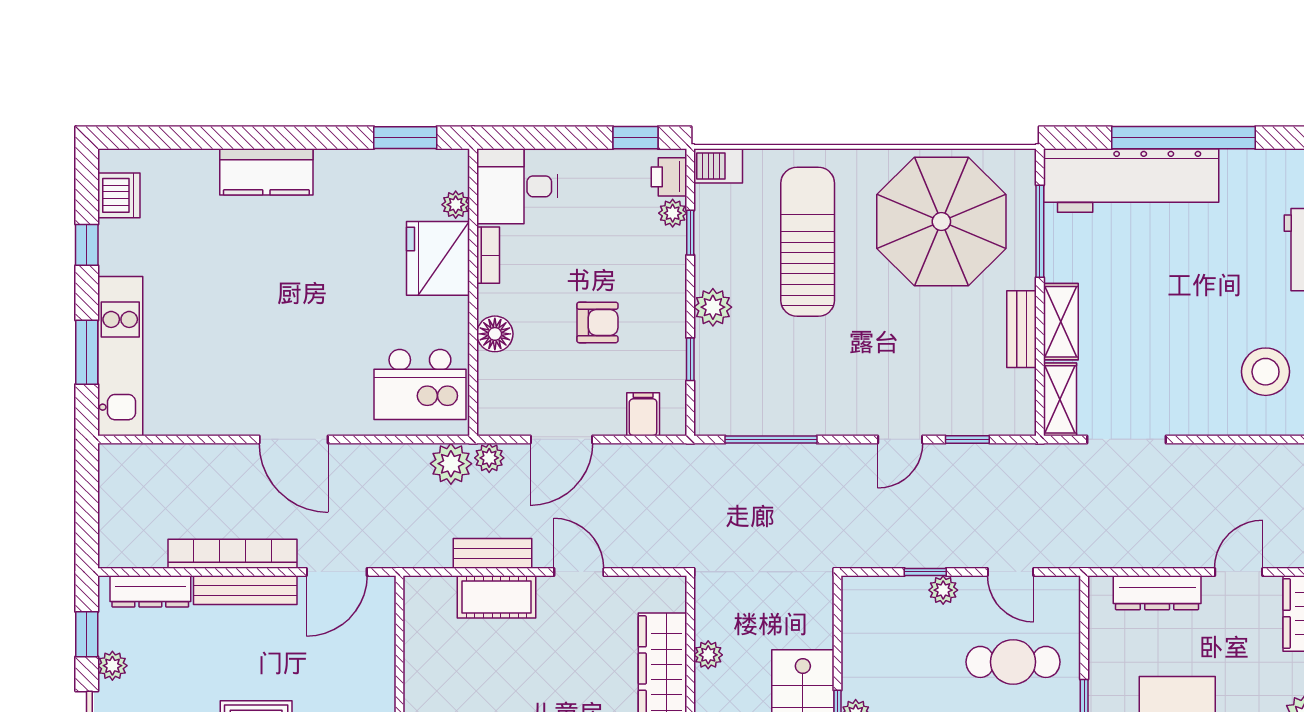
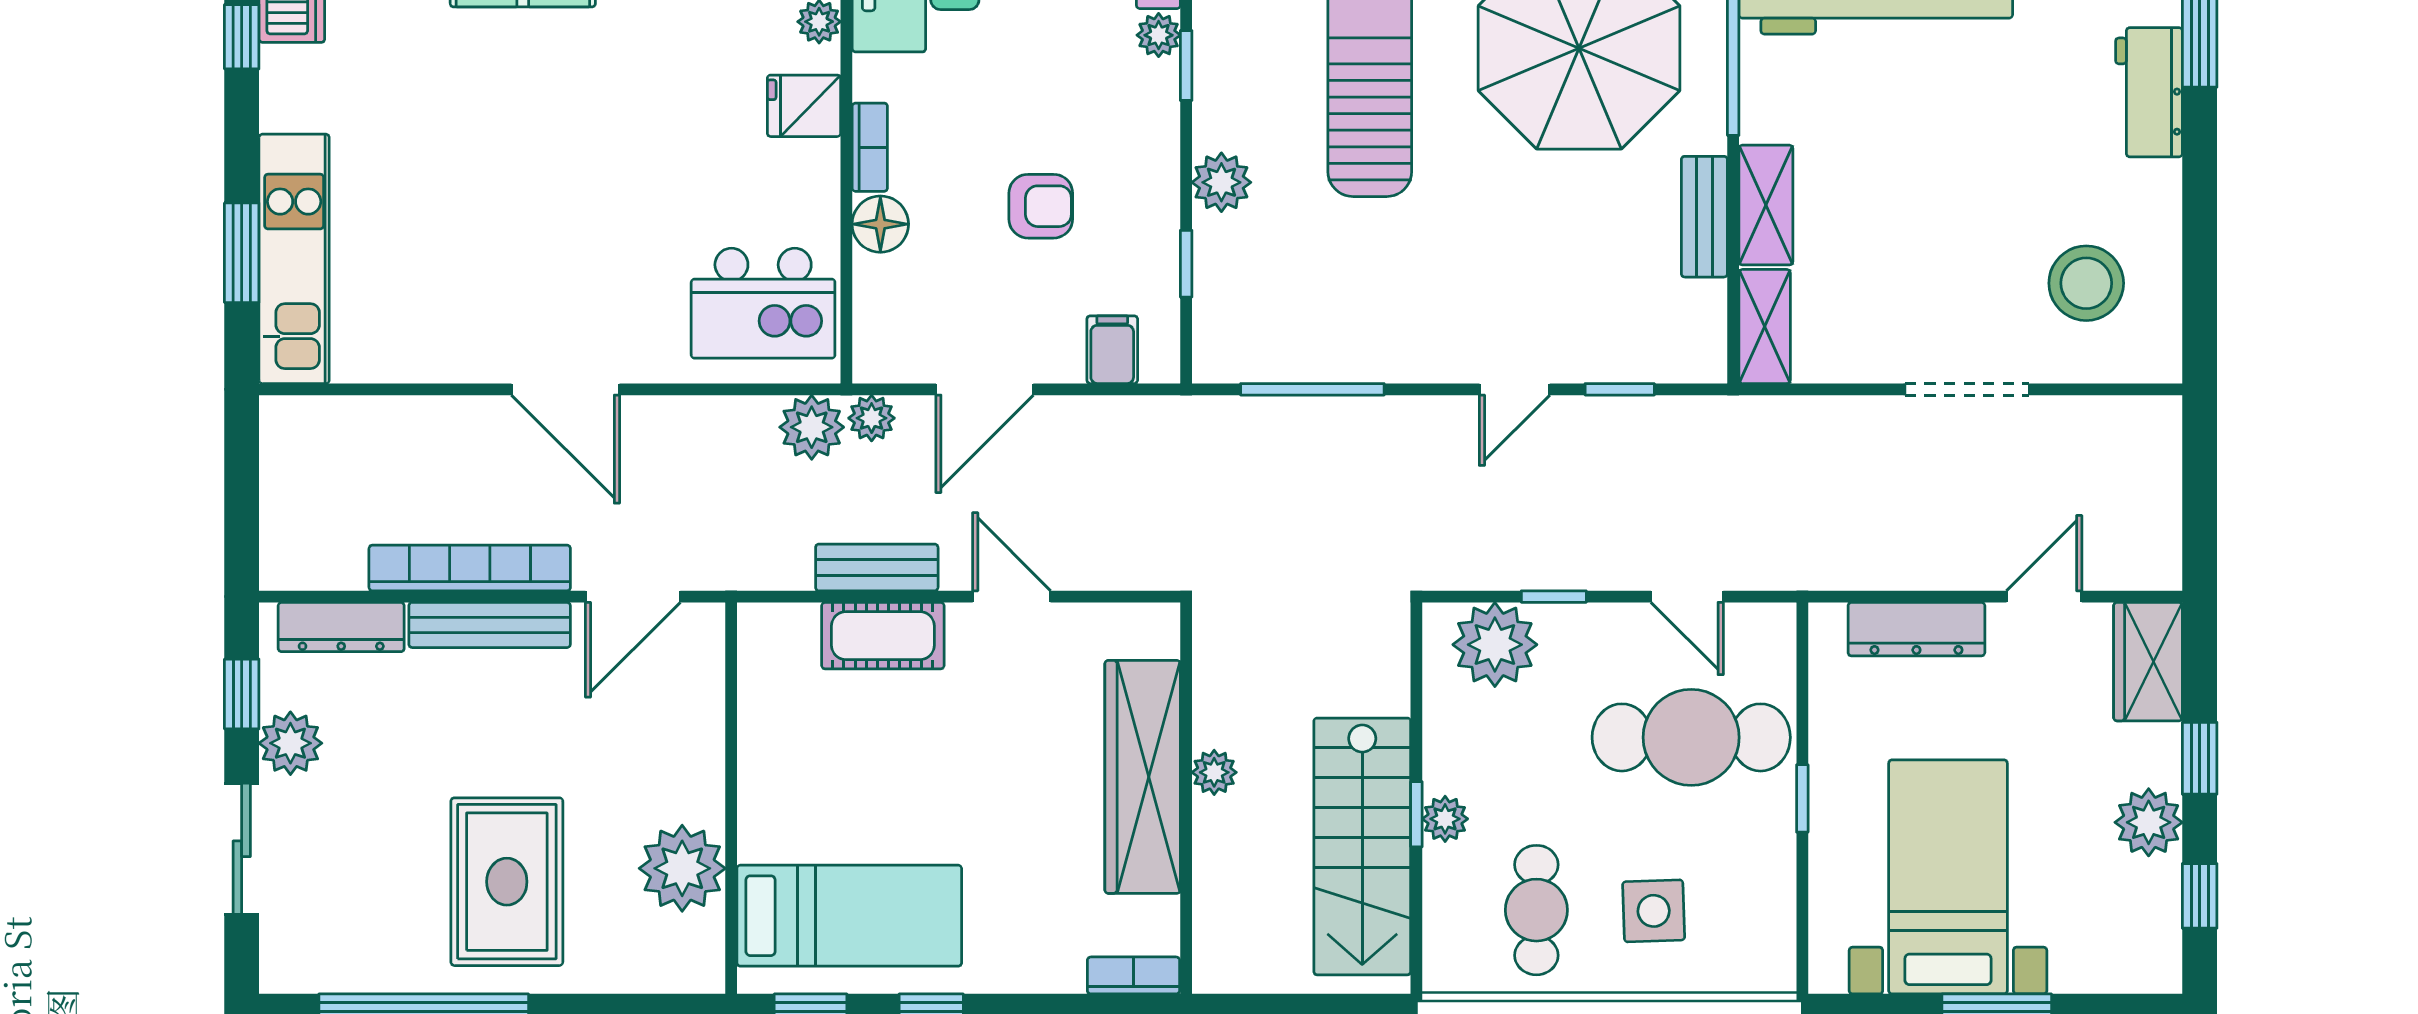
window: (87, 245) -> (242, 37), moved
bookcase: (488, 255) -> (870, 147), moved
fridge: (438, 258) -> (804, 106), width x0.53, depth x0.75
doorway: (1126, 439) -> (1967, 389), moved
plant: (943, 590) -> (1495, 645), moved, width x1.88, depth x1.88
plant: (708, 655) -> (1214, 772), moved
cafe table: (1013, 662) -> (1691, 737), width x1.37, depth x1.35
plant: (112, 666) -> (290, 743), width x1.38, depth x1.38

